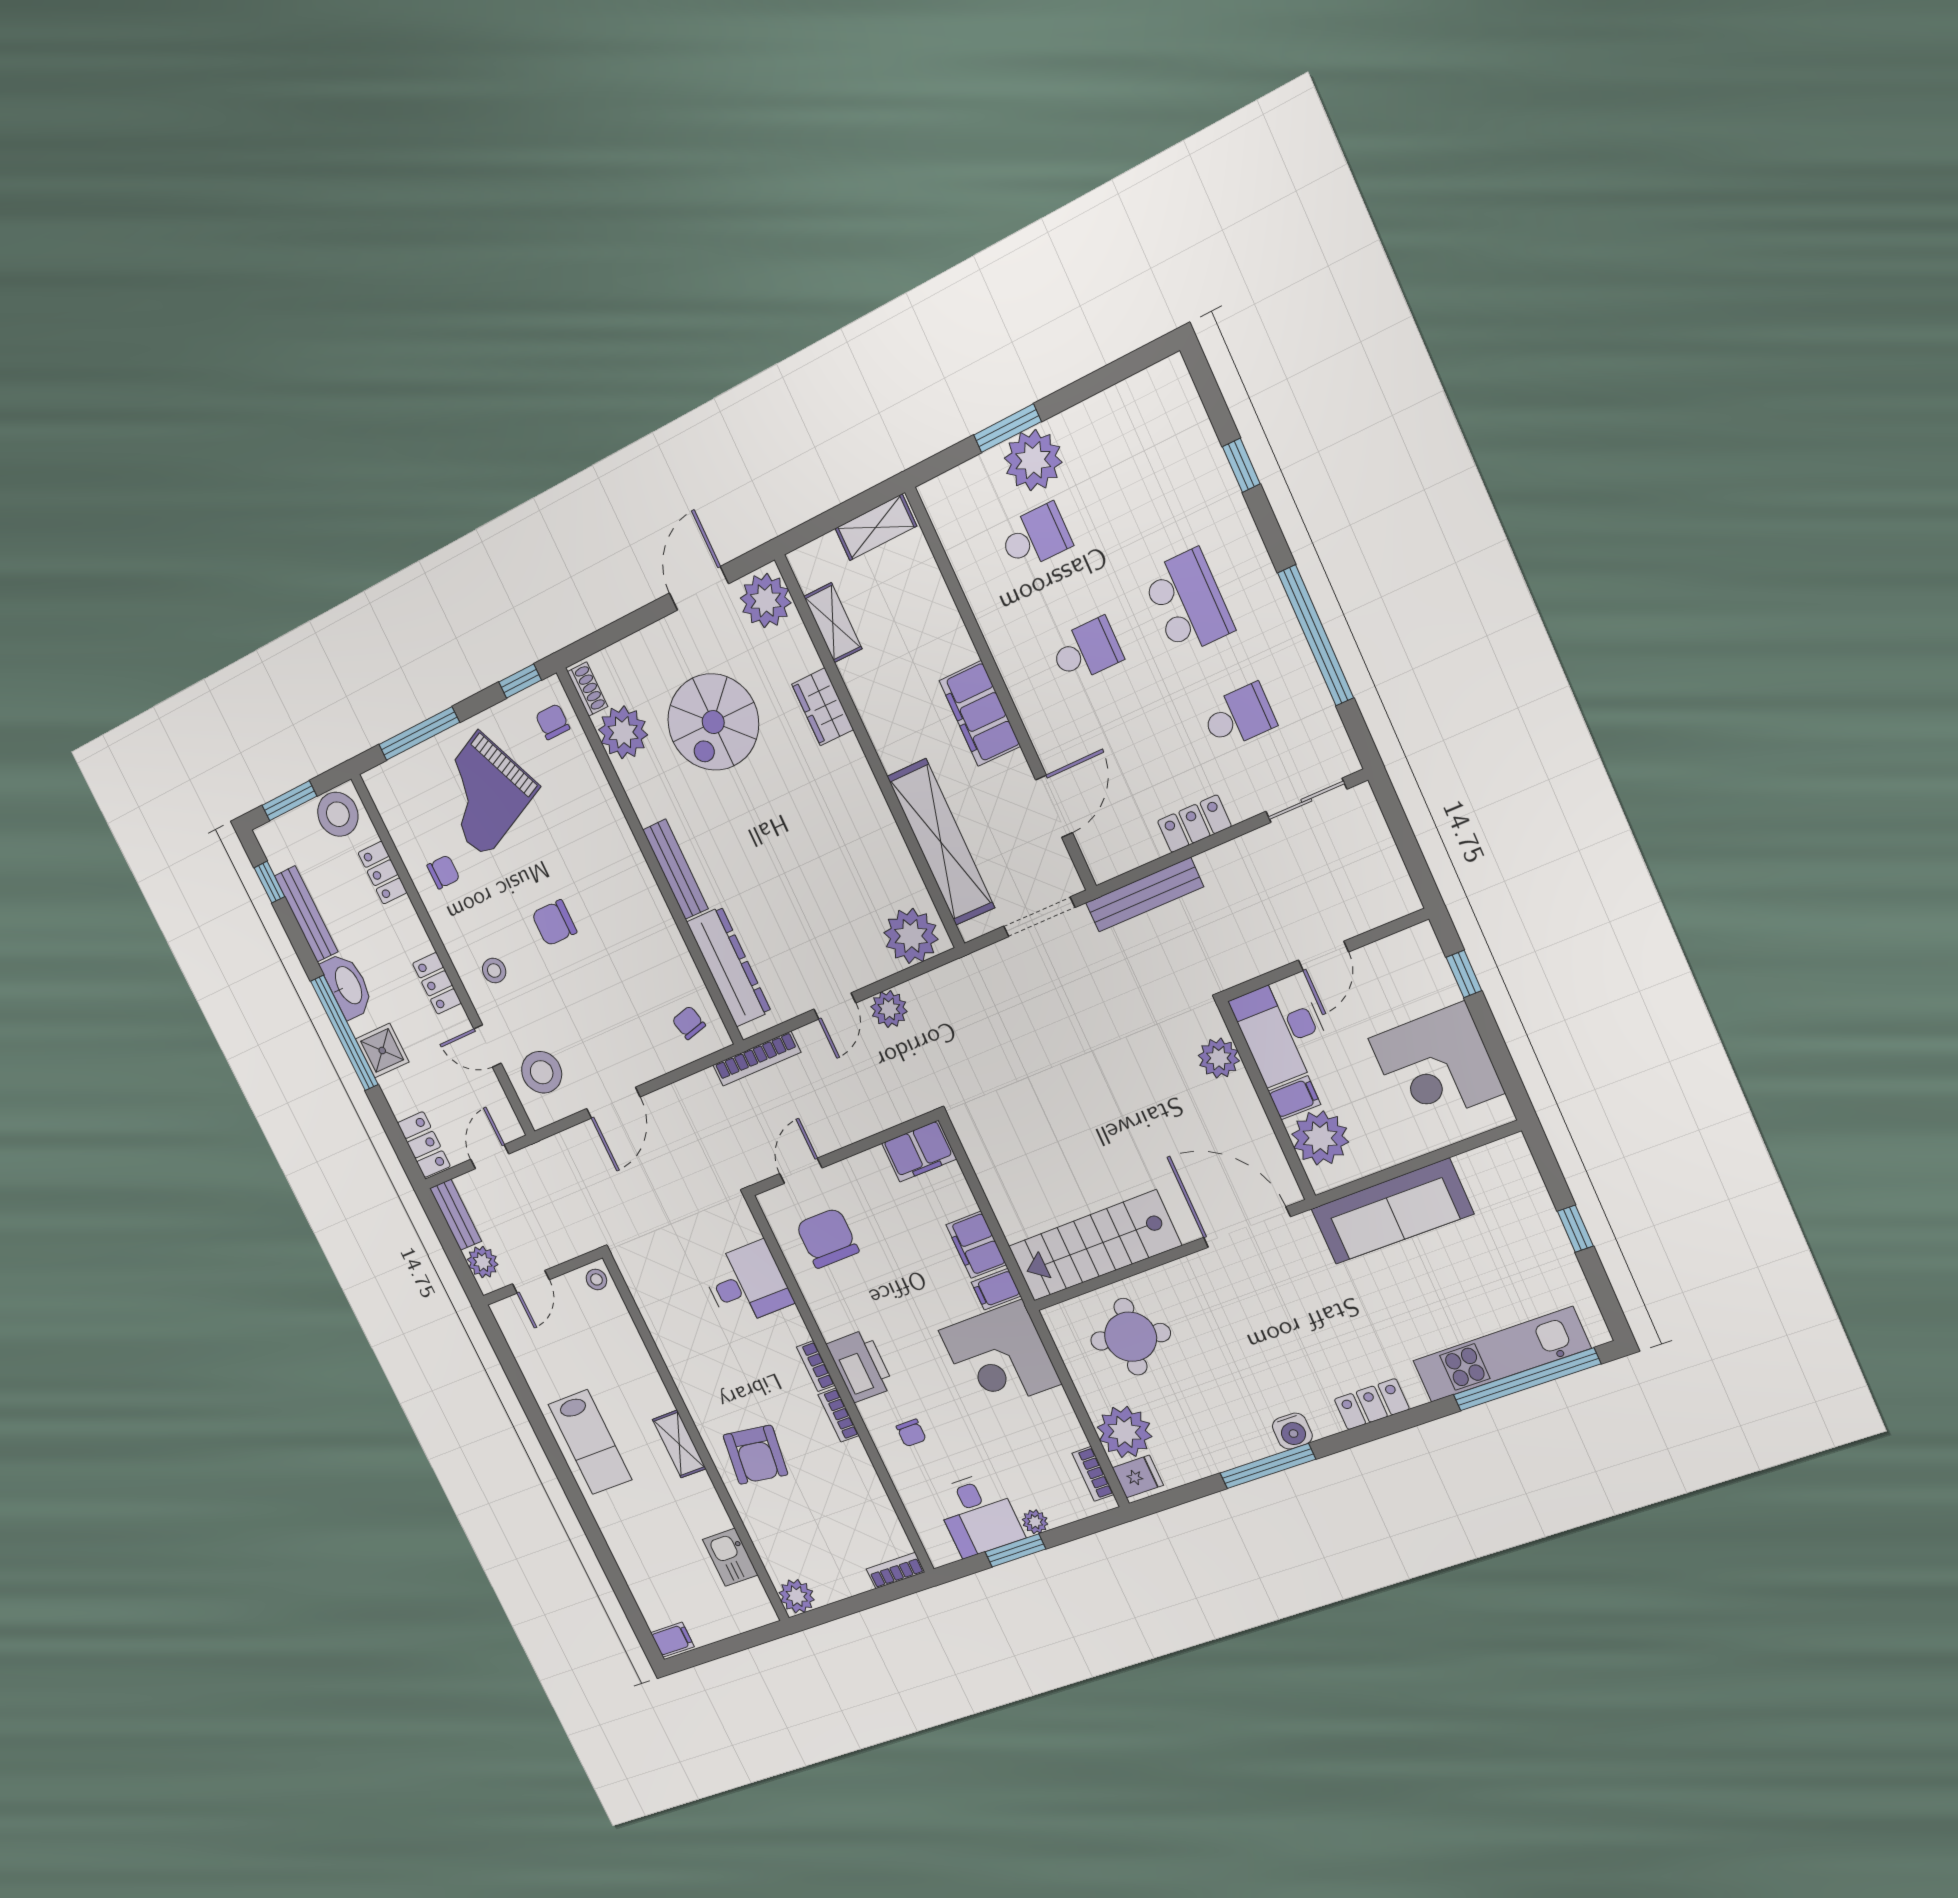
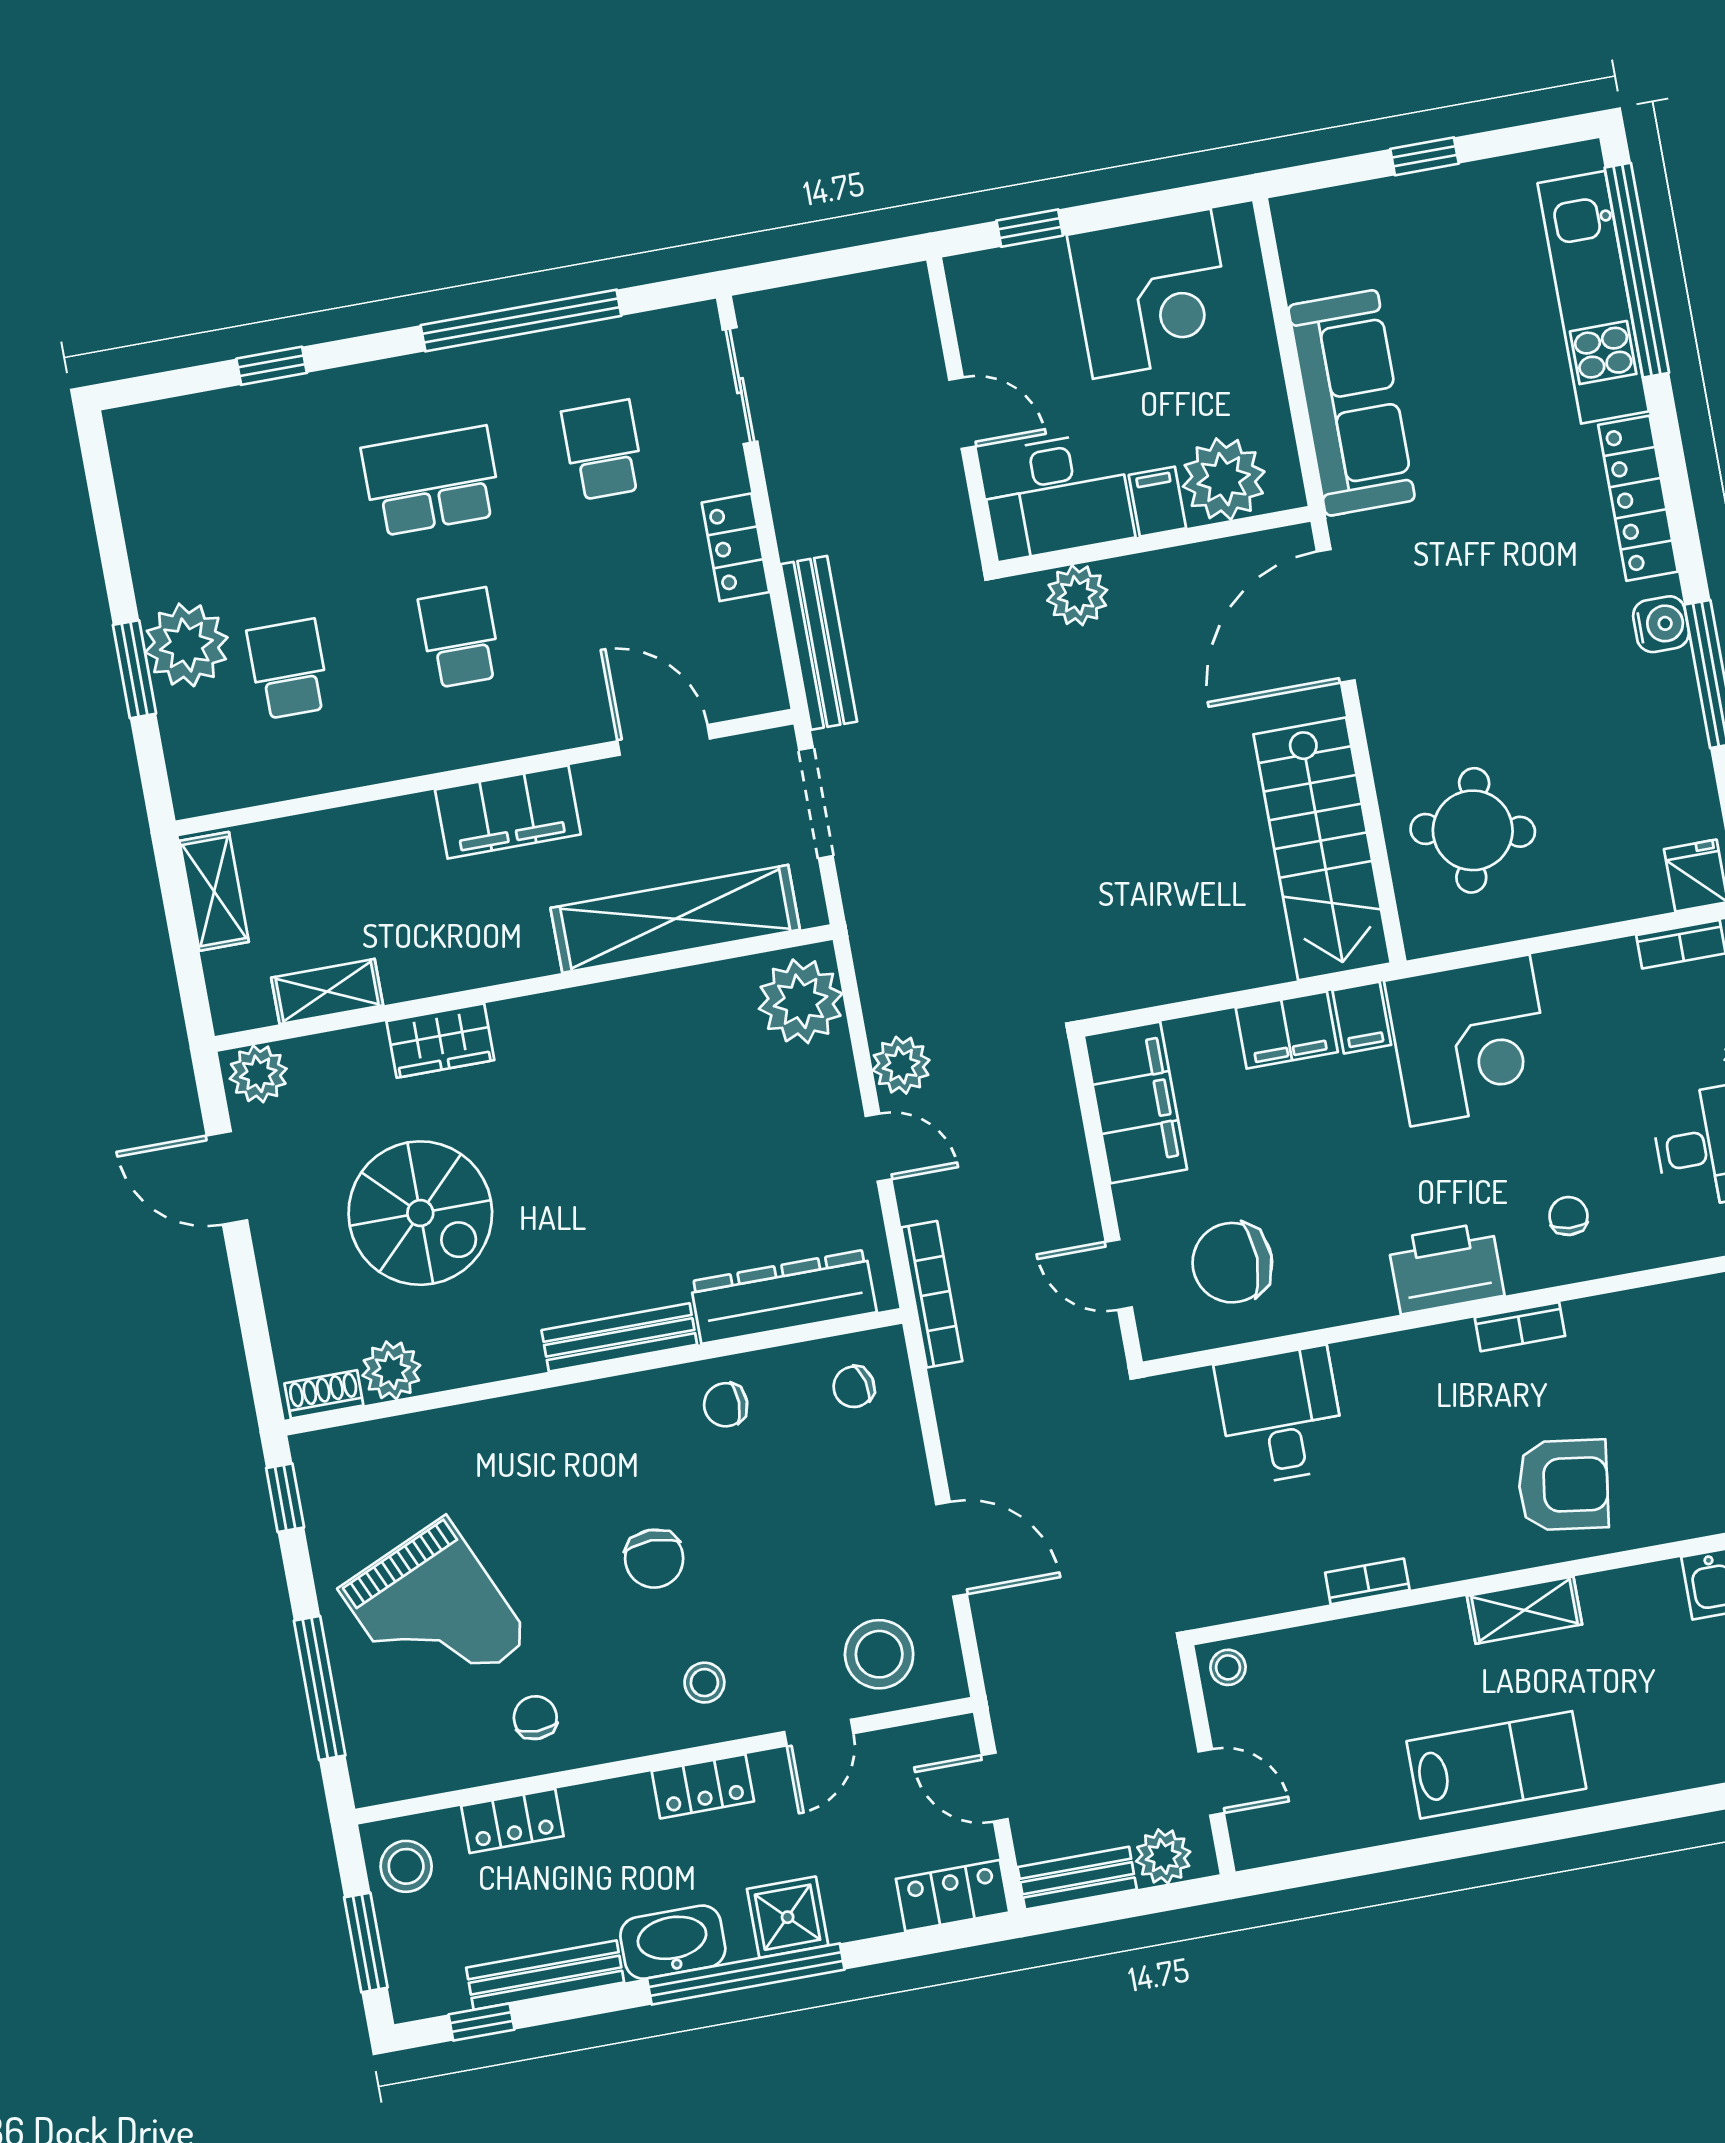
plant: (766, 601) -> (258, 1074), width x0.73, depth x0.73
chair: (553, 722) -> (726, 1405), moved
plant: (623, 732) -> (391, 1370), width x0.73, depth x0.73
stool: (338, 814) -> (406, 1866), width x0.73, depth x0.73
filing cabinet: (919, 1151) -> (1135, 1103), width x1.50, depth x1.17
bookcase: (816, 1366) -> (1367, 1581), moved, turned 180
locker: (1372, 1404) -> (1638, 498), width x1.53
plant: (1124, 1432) -> (1621, 878), removed
chair: (911, 1433) -> (1568, 1216), turned -85

